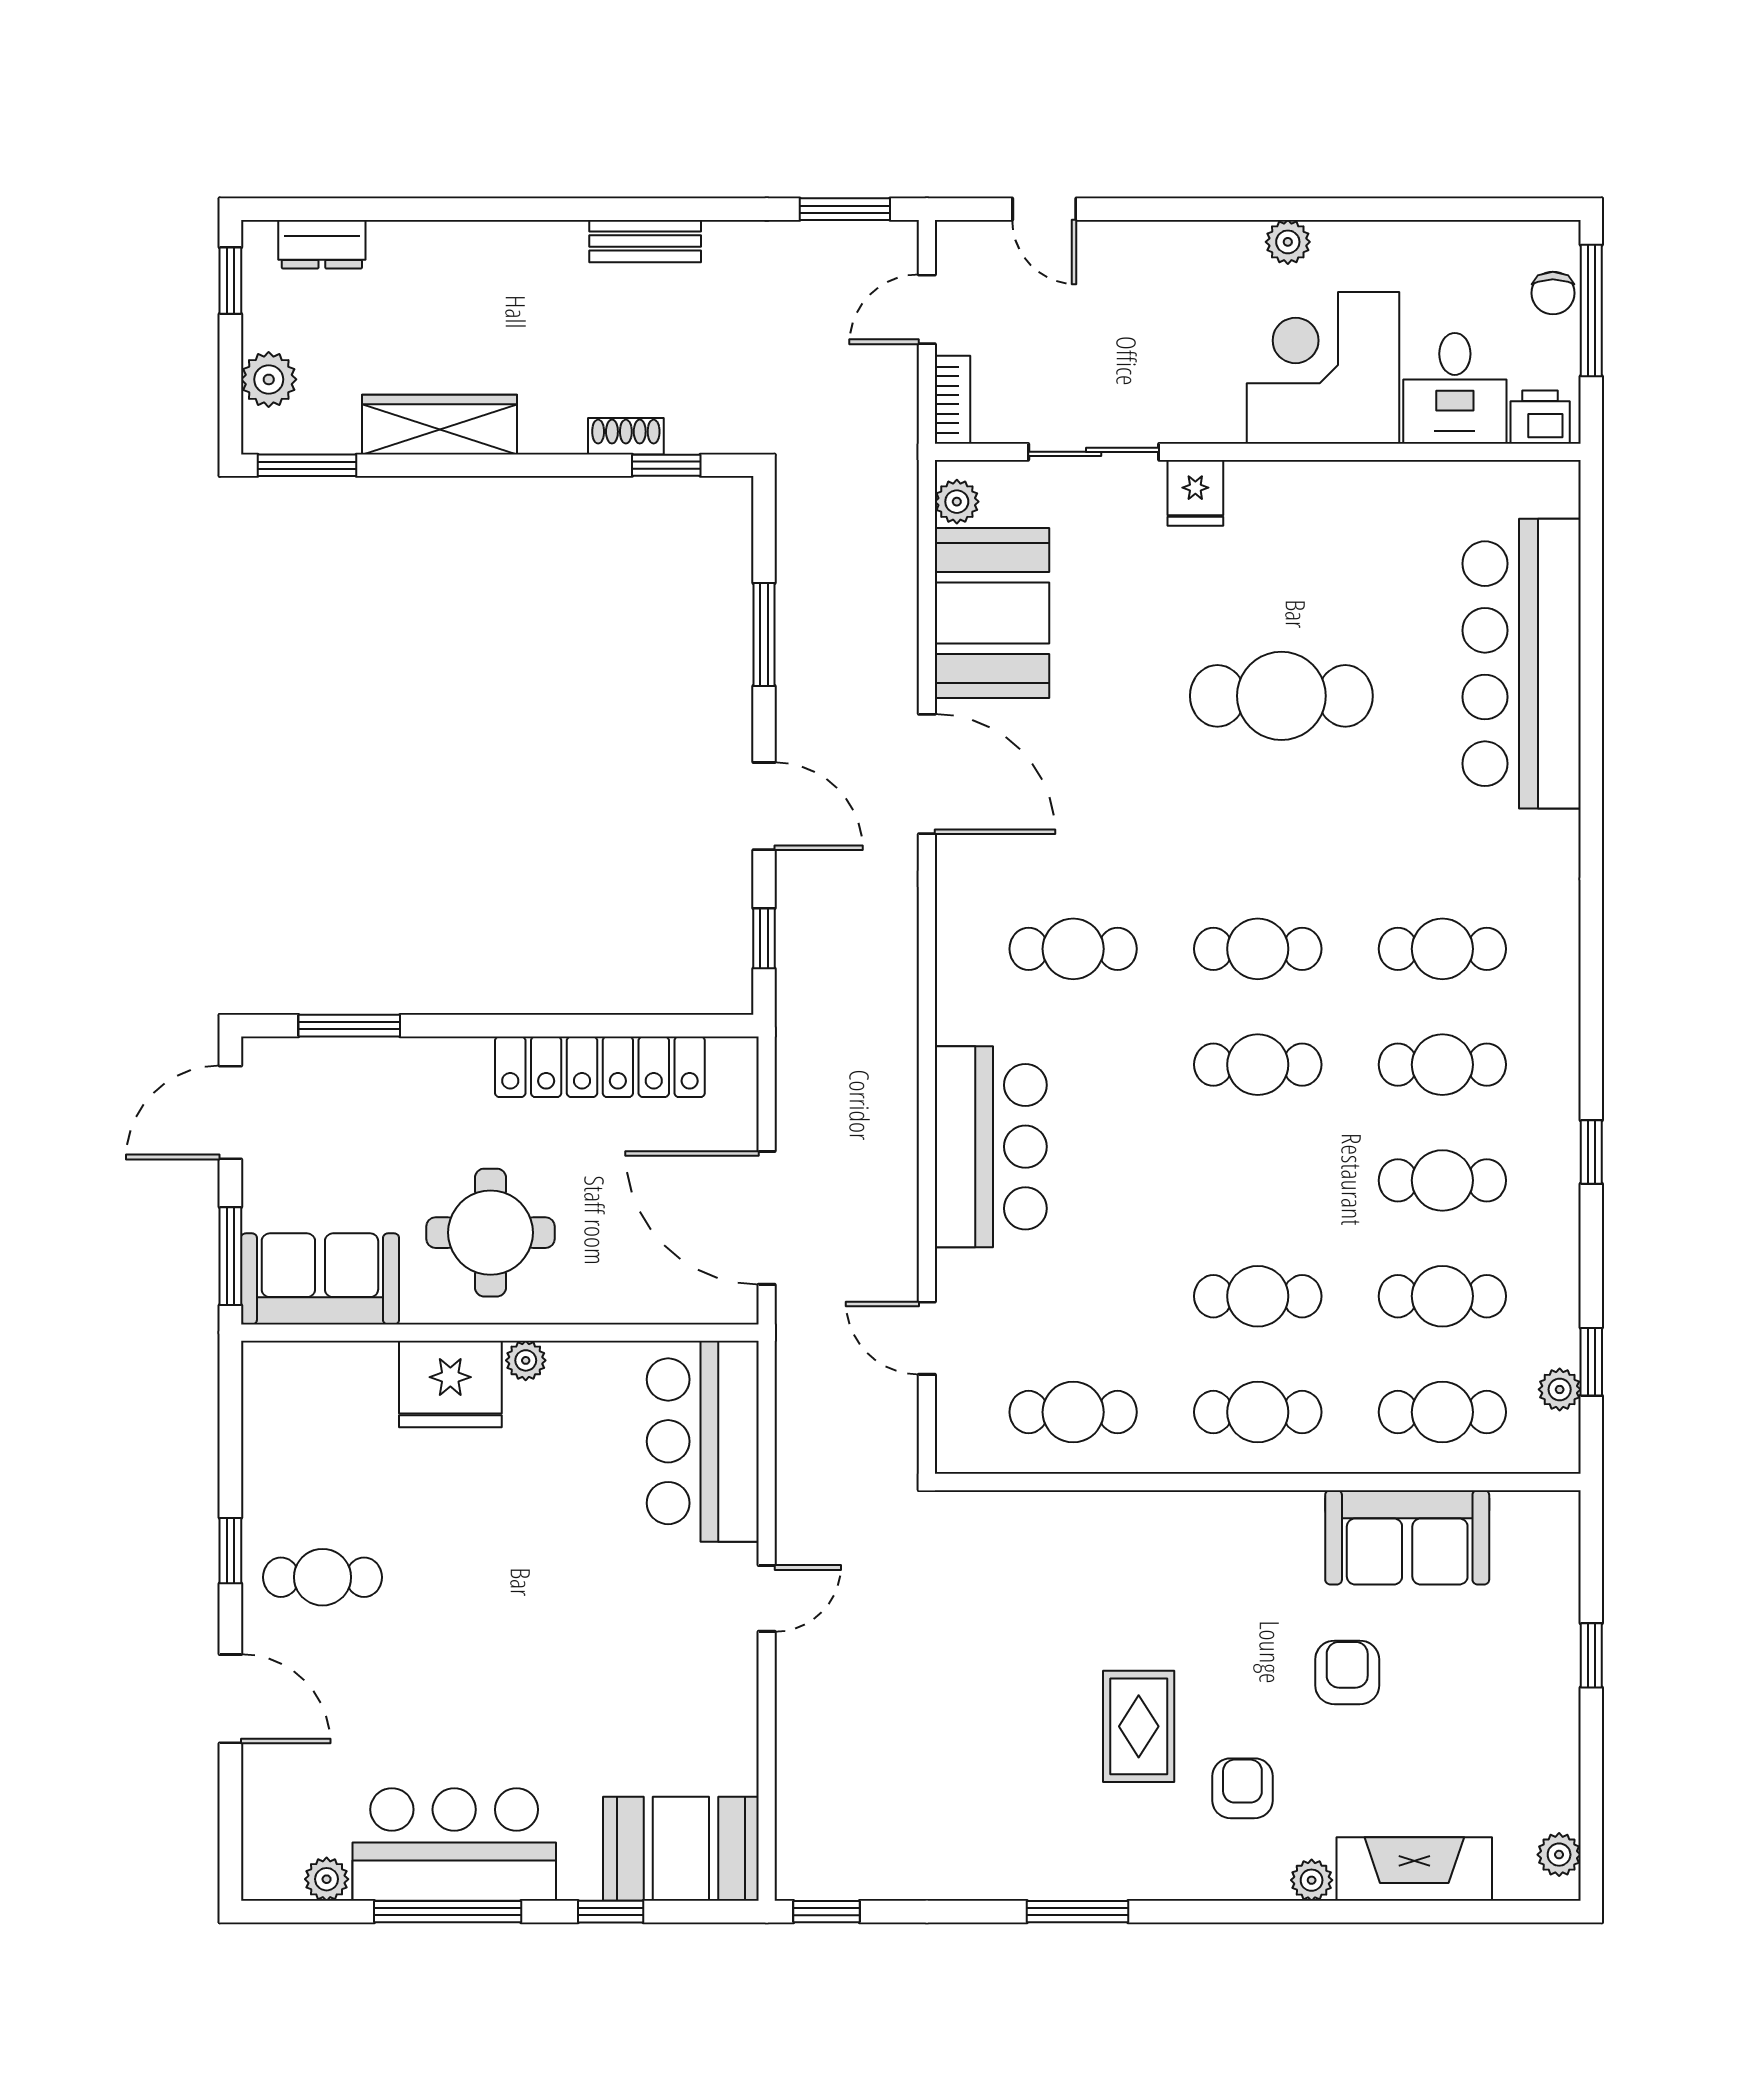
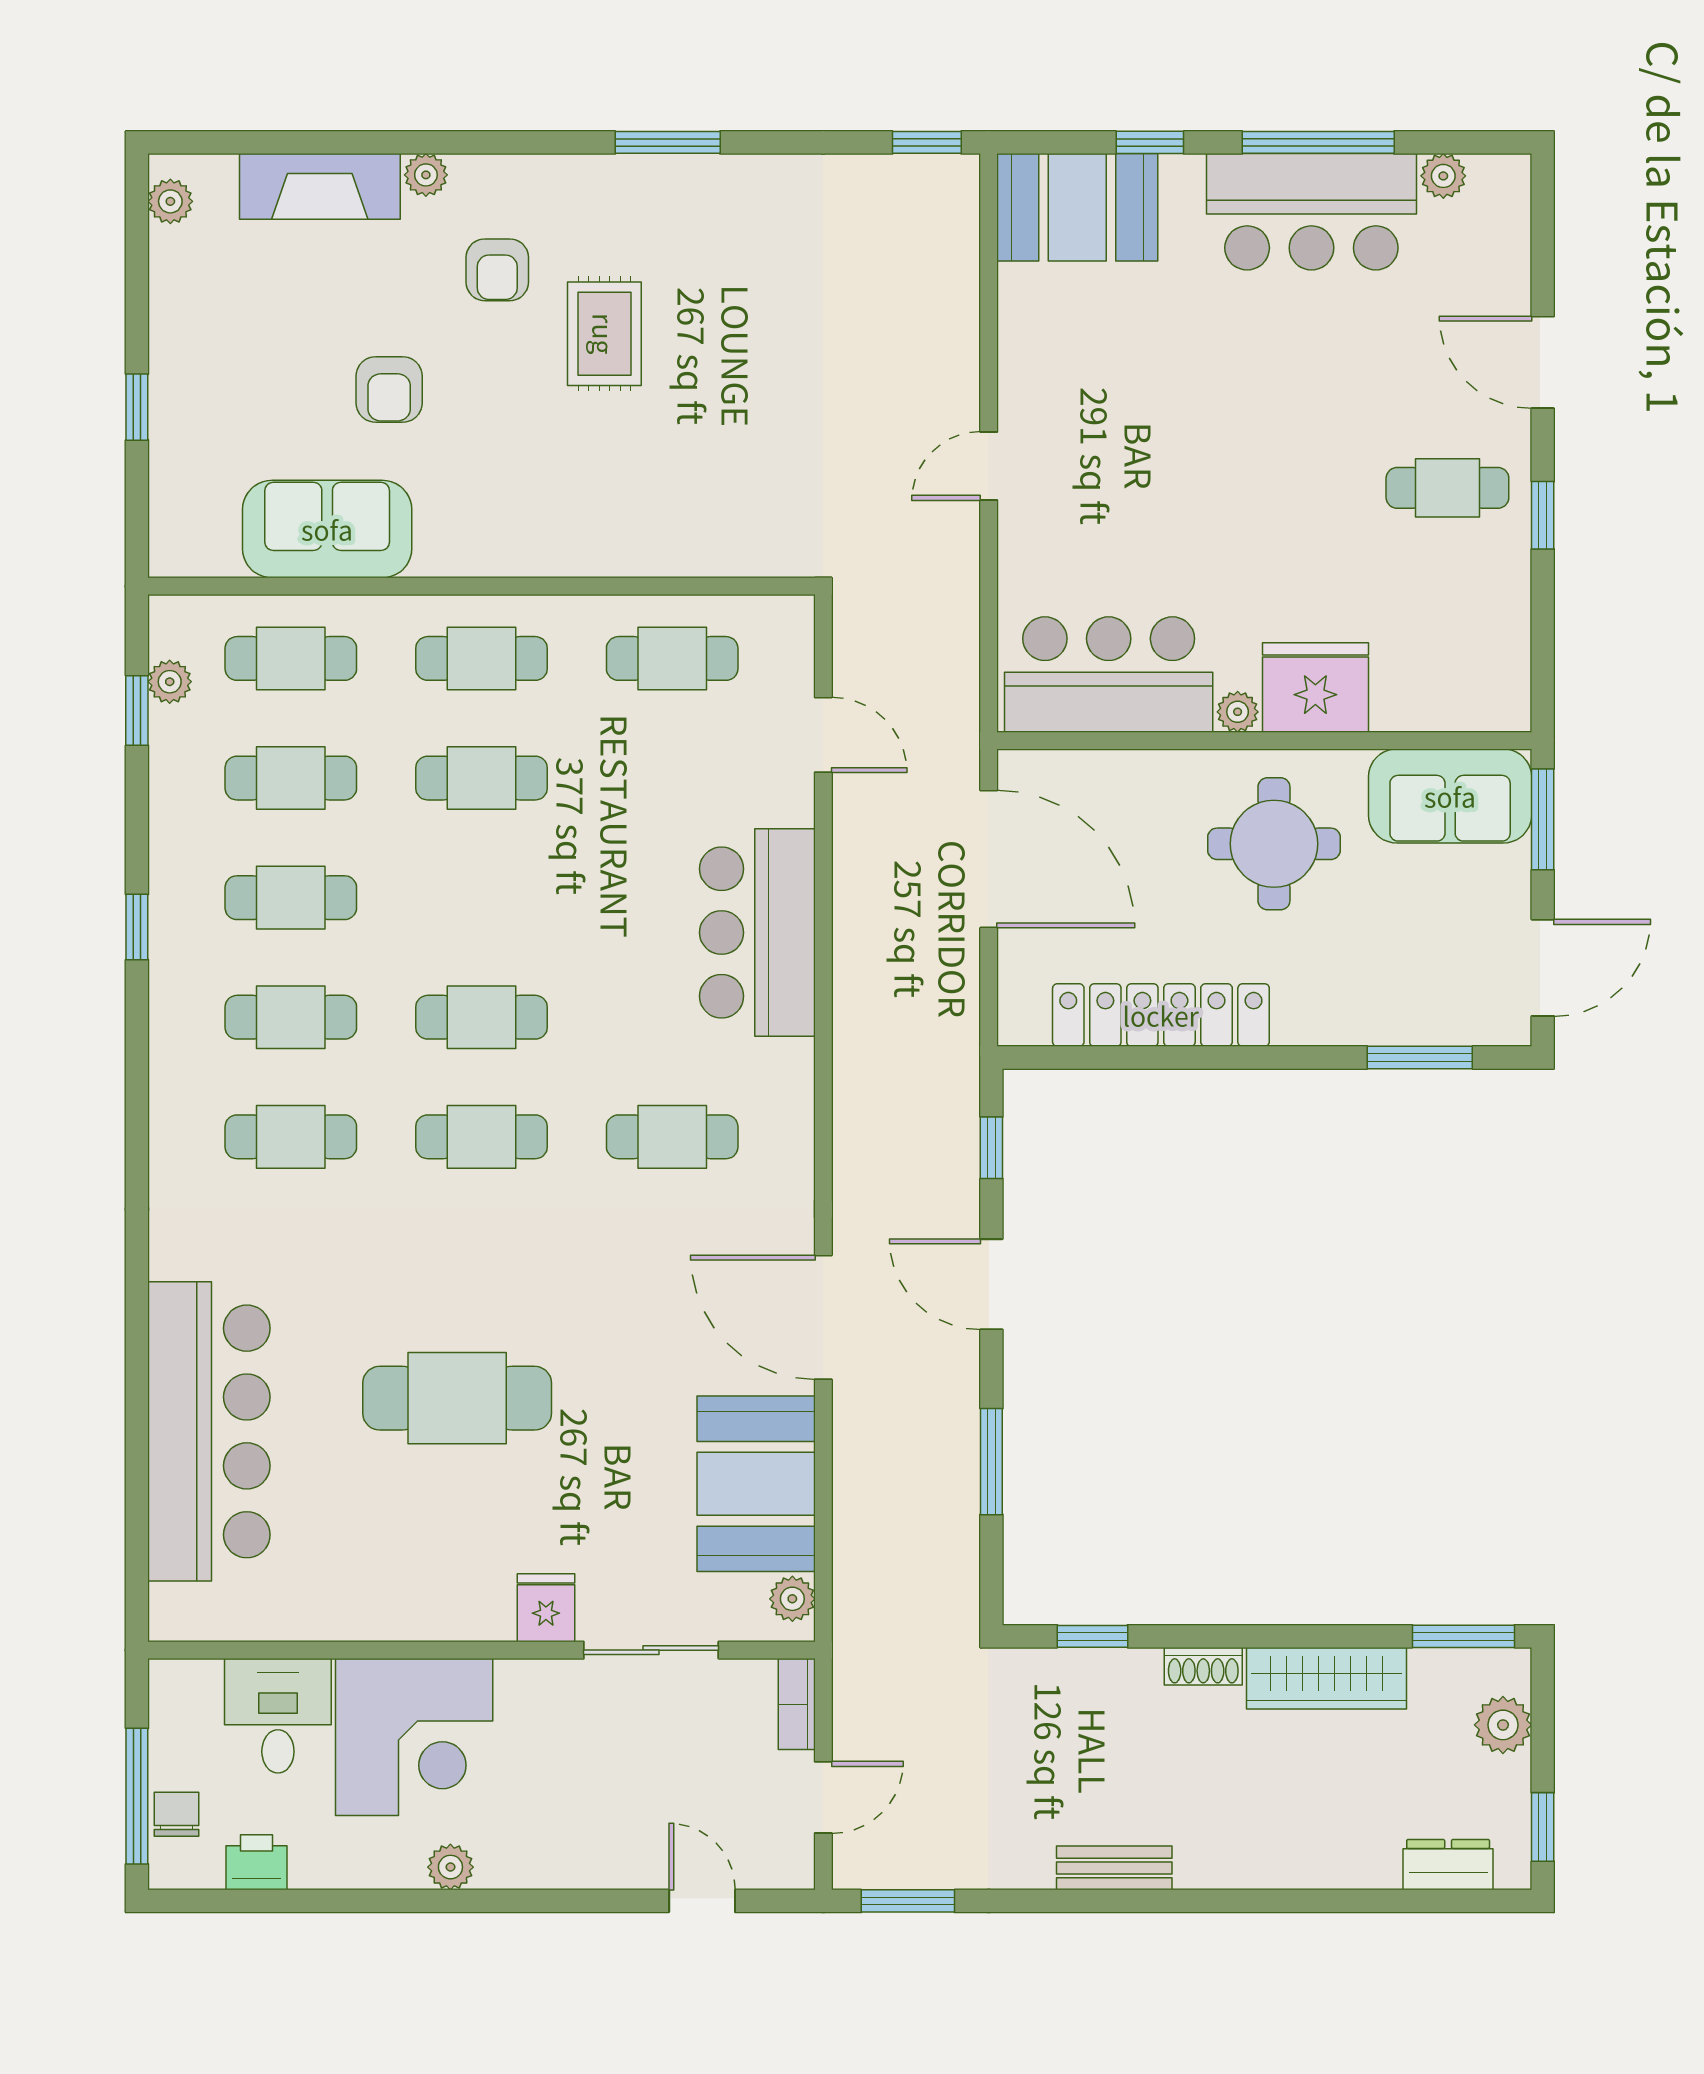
printer: (1540, 417) -> (257, 1862), moved, turned 180
shoe rack: (626, 436) -> (1203, 1666), moved
bar counter: (703, 1441) -> (1109, 675), moved, turned -90

